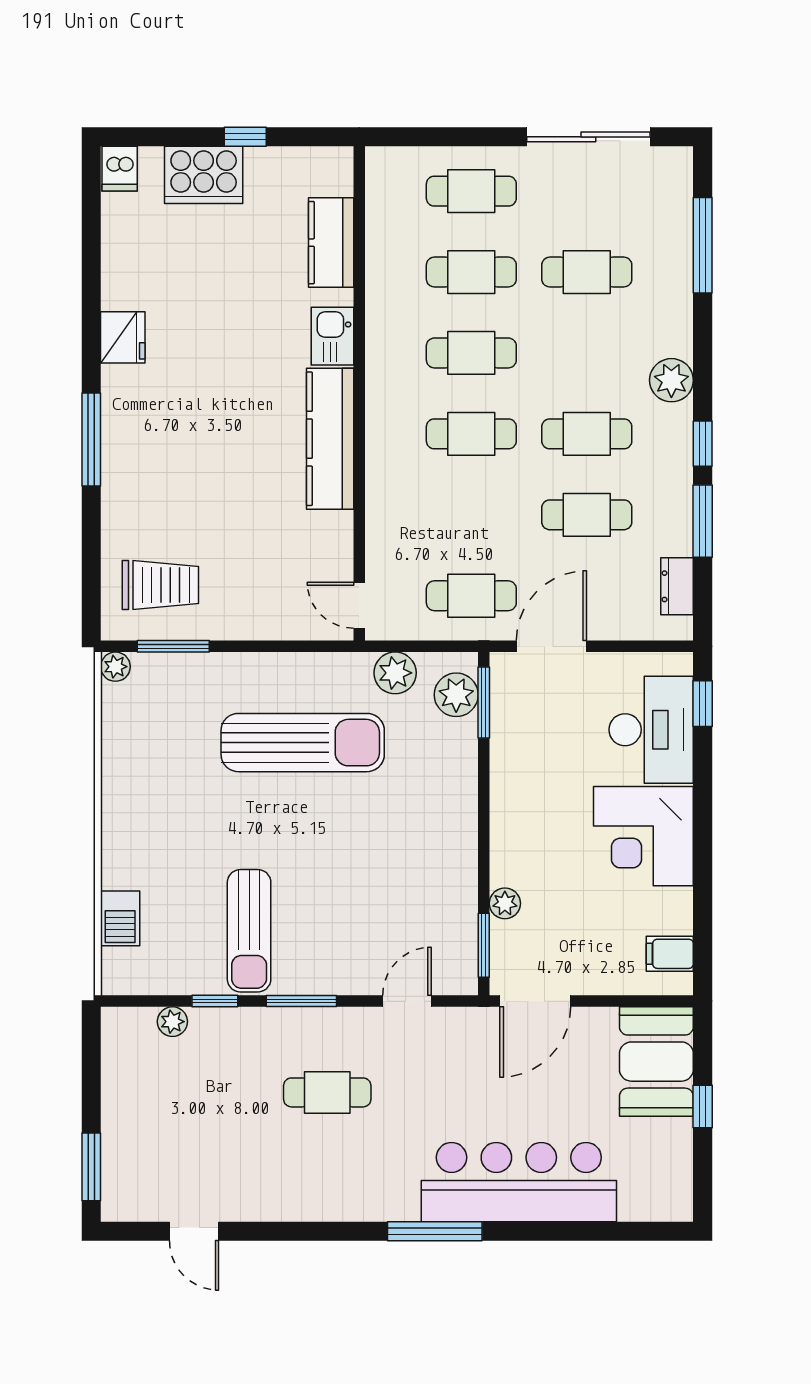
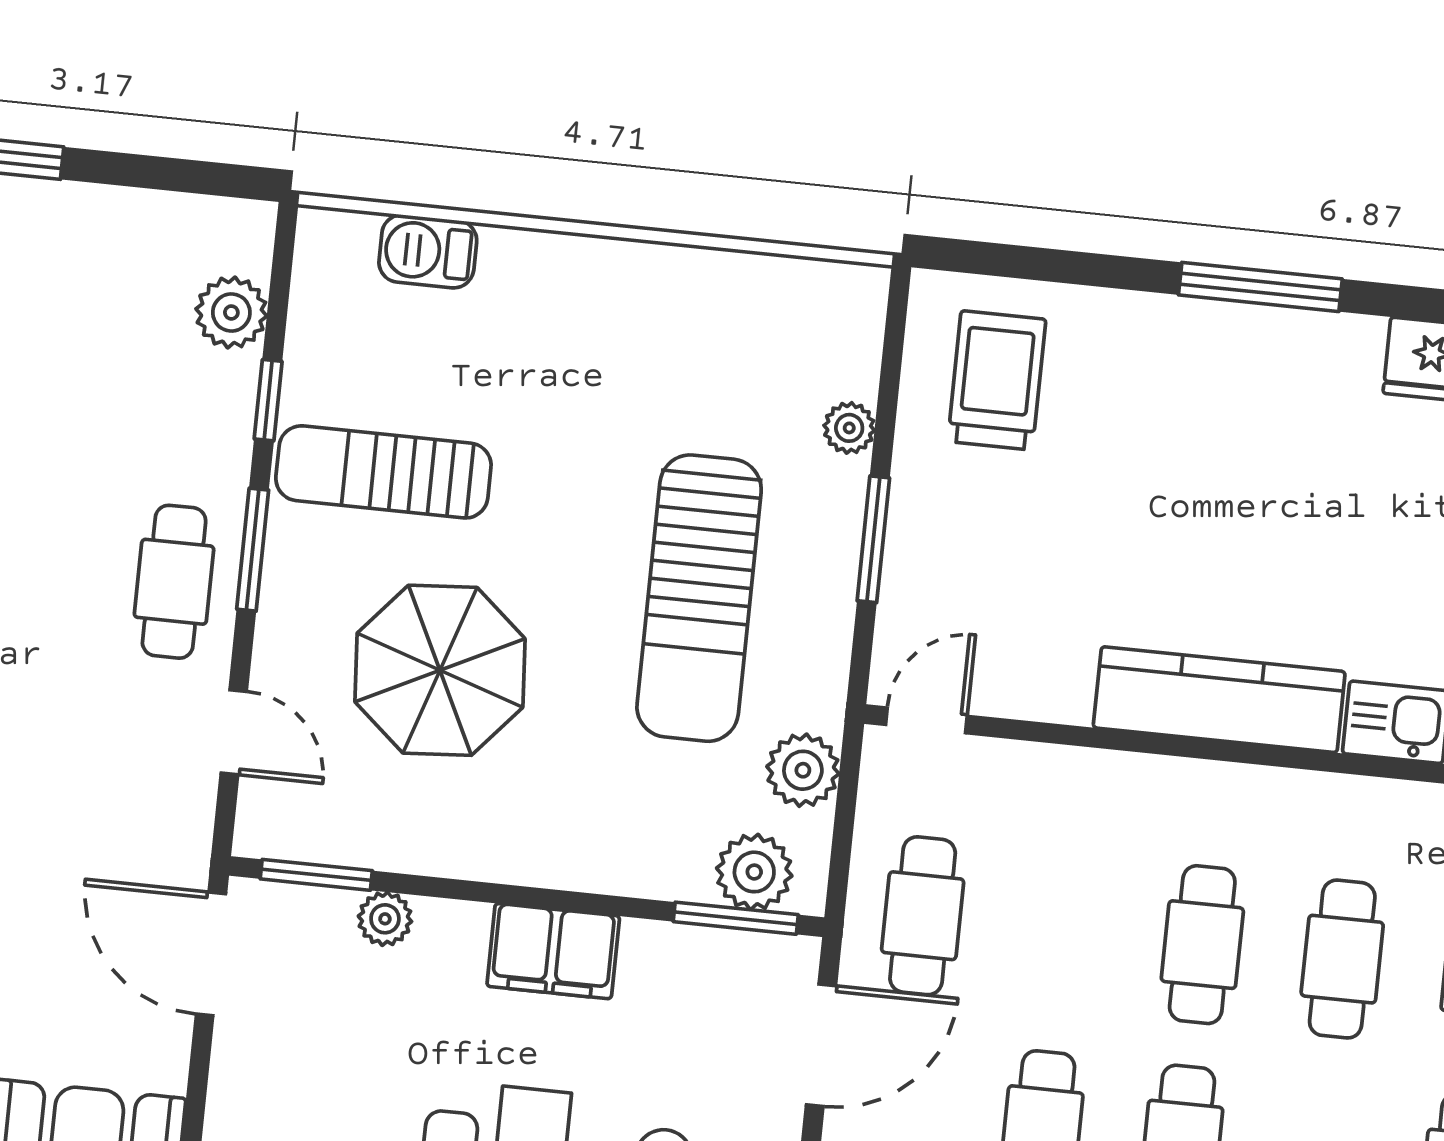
trolley: (160, 585) -> (997, 380), turned 180
window: (173, 646) -> (873, 539), moved
door: (551, 646) -> (821, 1045), hinge flipped
plant: (115, 667) -> (849, 428), moved
filing cabinet: (513, 805) -> (553, 951), added
parasol: (359, 887) -> (440, 670), added
plant: (172, 1022) -> (231, 312), width x1.38, depth x1.38
cafe table: (327, 1092) -> (174, 582), moved

